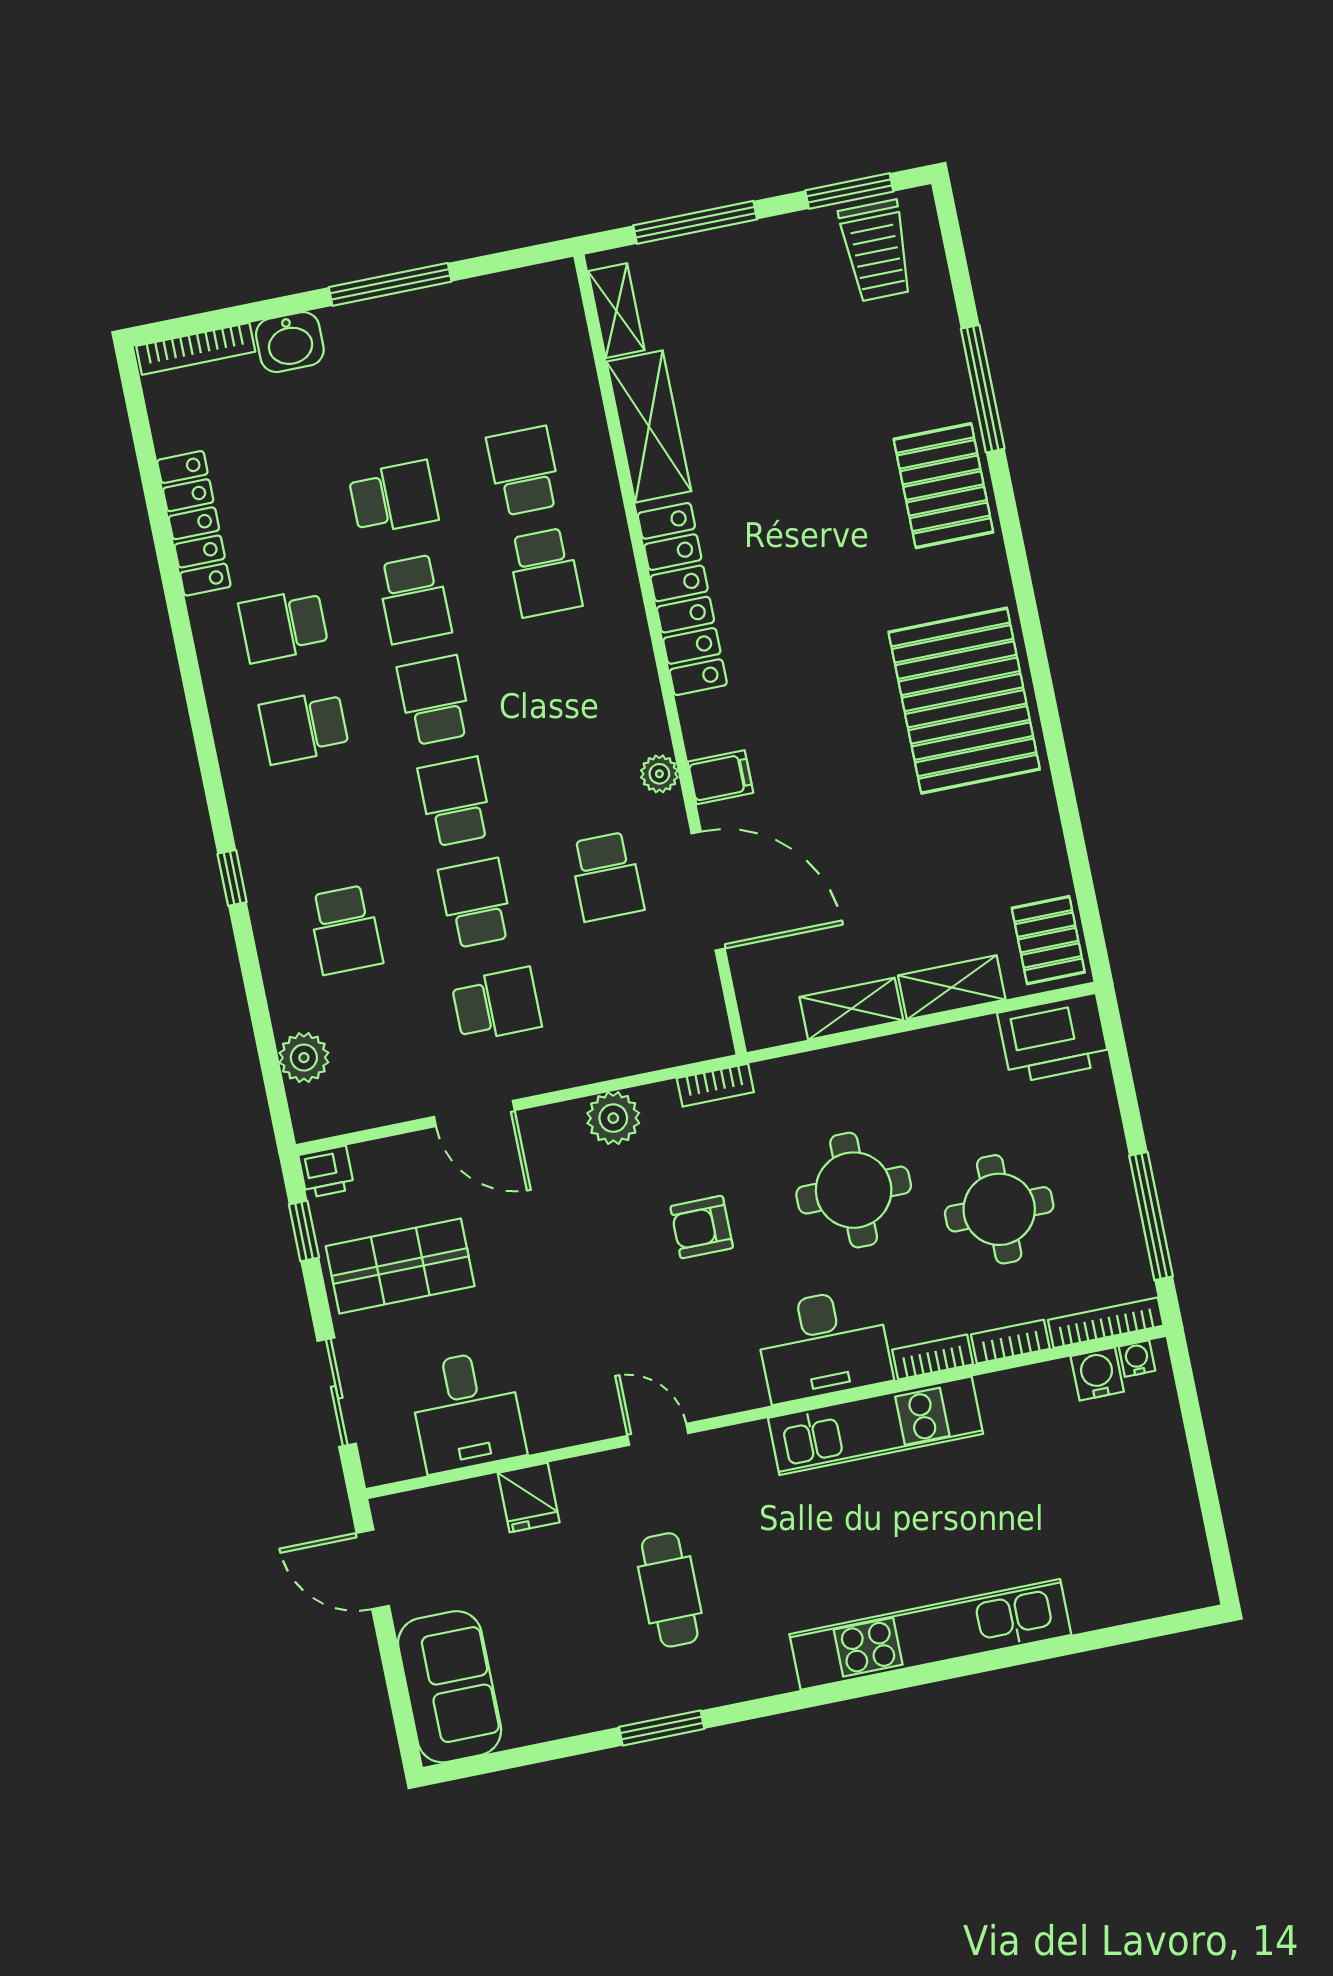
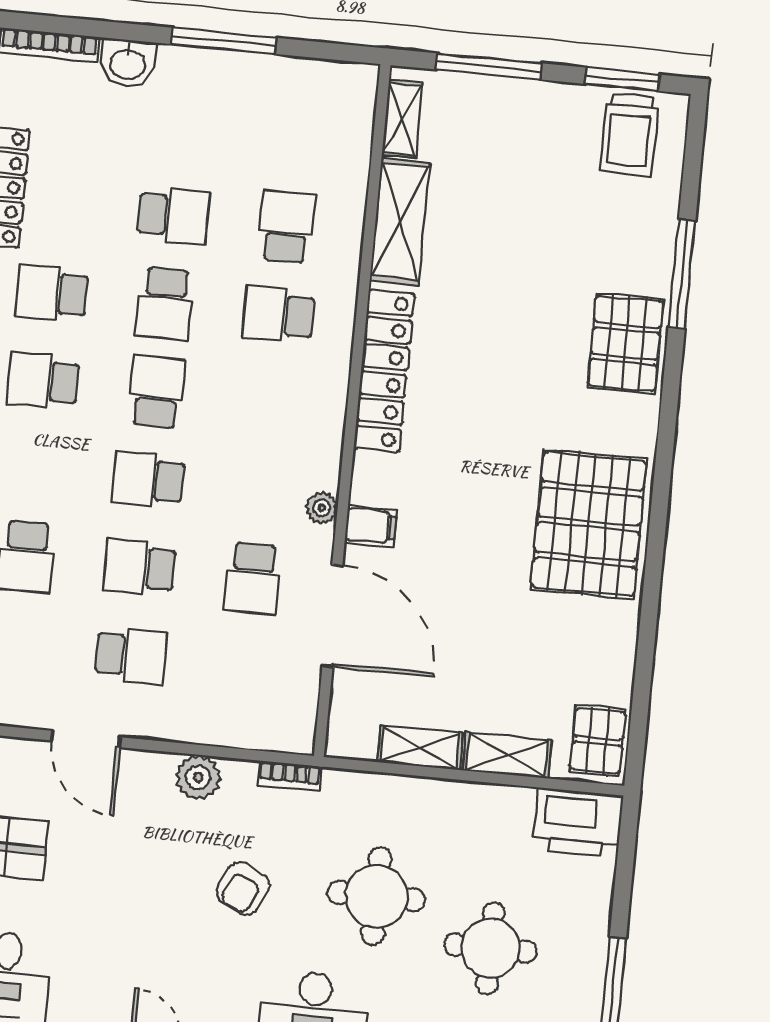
school desk: (545, 572) -> (278, 315), turned 90
school desk: (455, 802) -> (148, 480), turned -90
school desk: (476, 903) -> (140, 568), turned -90
armchair: (702, 1227) -> (243, 888), turned -64

